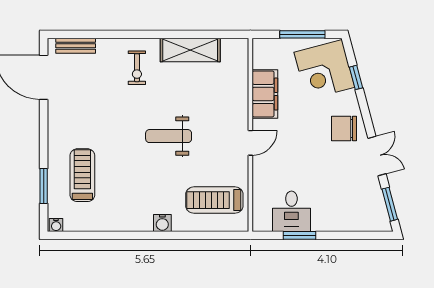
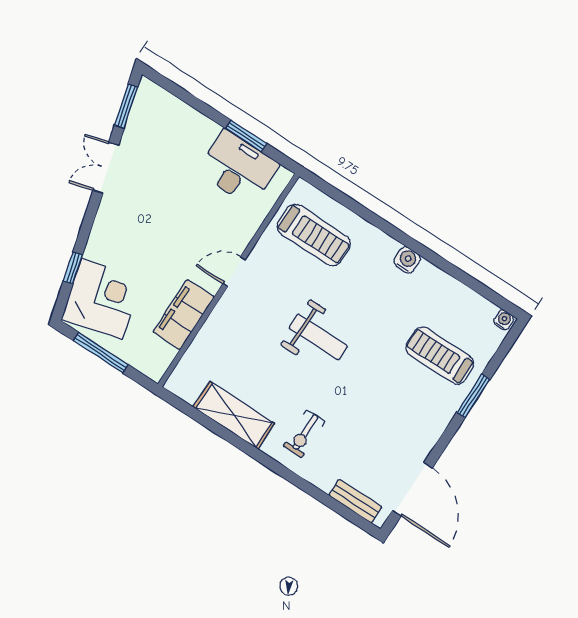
exercise bike: (137, 68) -> (304, 434), turned 180
chair: (344, 129) -> (122, 221), removed
treadmill: (82, 175) -> (440, 356), turned 90
window: (44, 186) -> (473, 396), moved
desk: (291, 211) -> (238, 168), width x1.37
water cooler: (162, 223) -> (407, 260), moved

